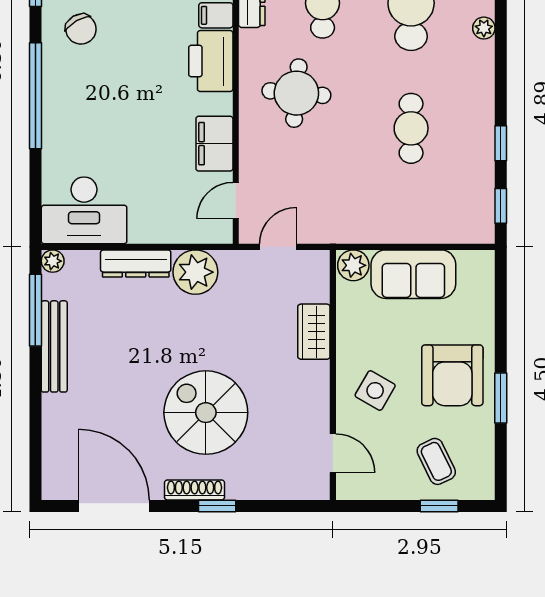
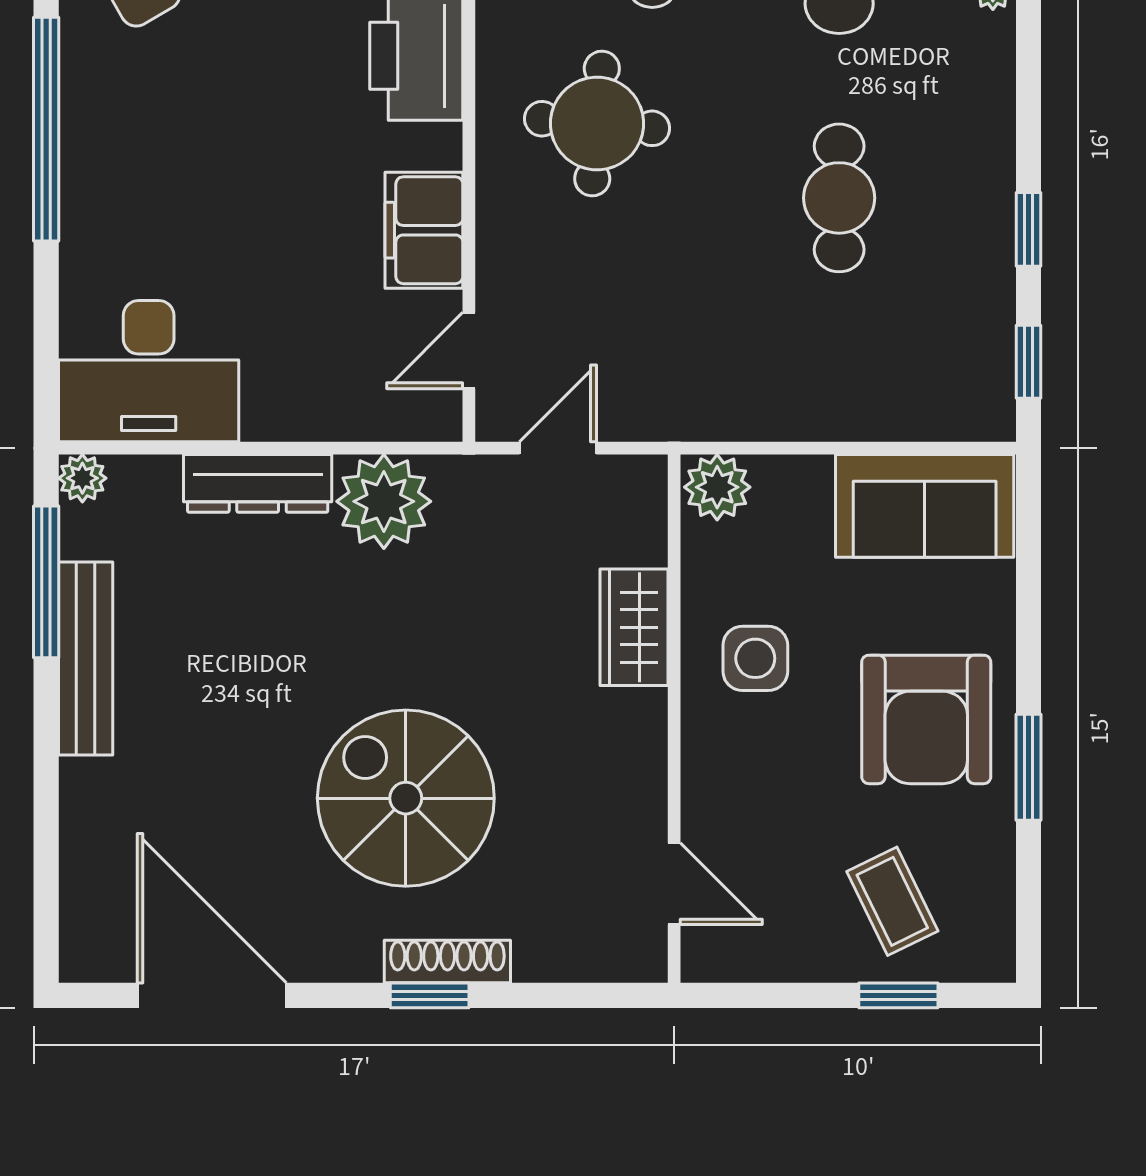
sofa: (413, 274) -> (925, 506), moved
side table: (375, 391) -> (755, 658), moved, turned -30
shoe rack: (195, 490) -> (447, 961), moved

